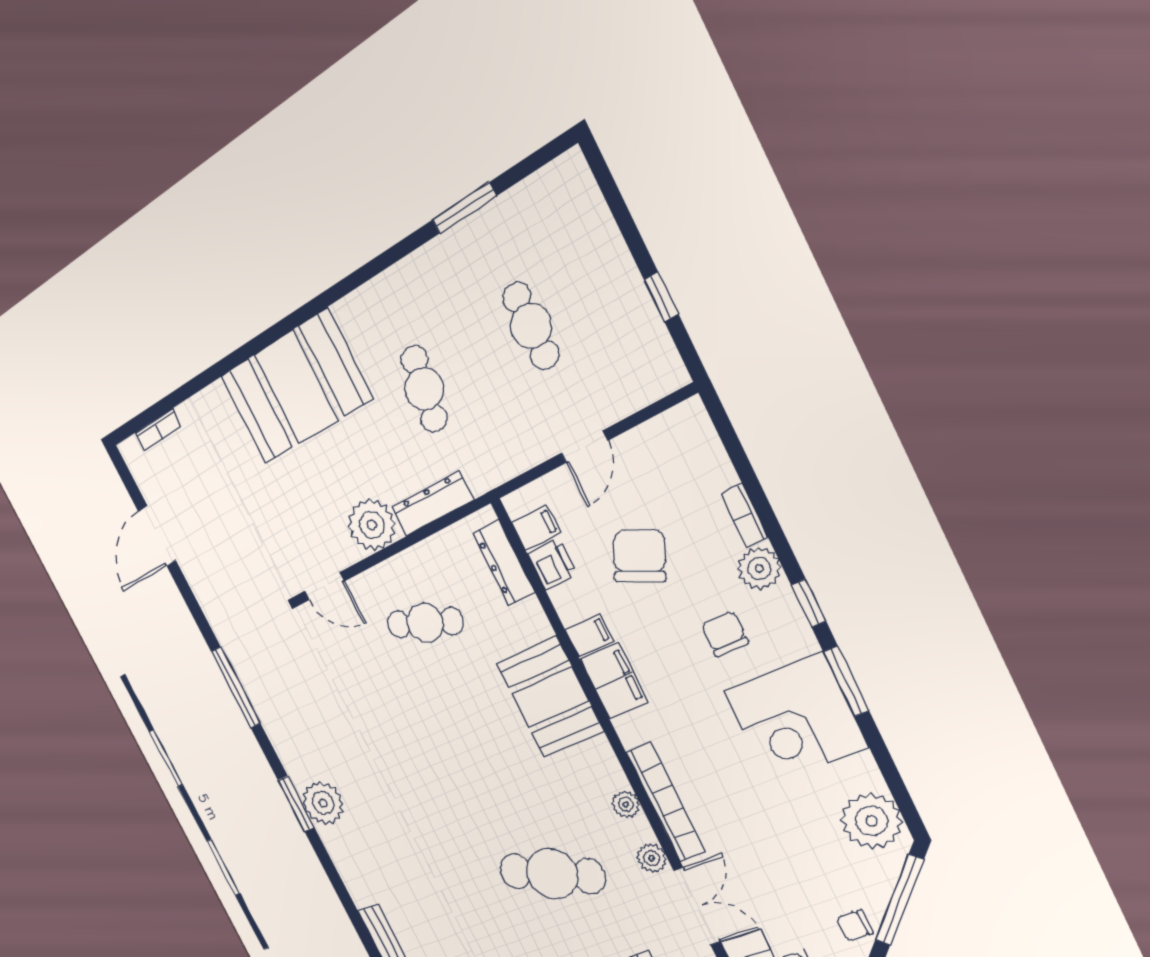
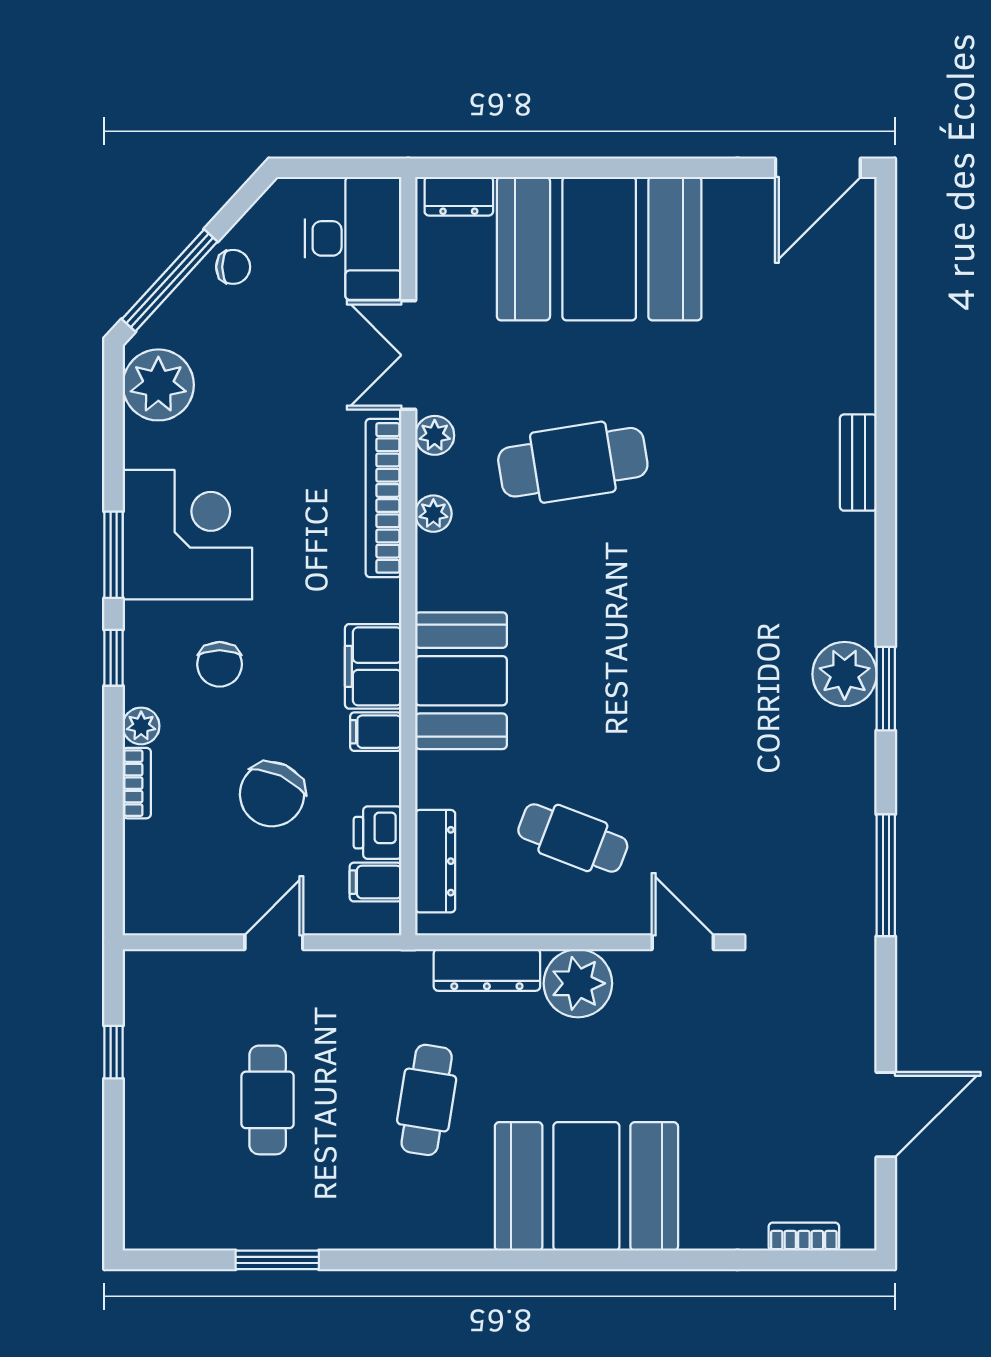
plant: (759, 569) -> (141, 726), width x0.73, depth x0.73
cafe table: (552, 874) -> (573, 462), turned -33

